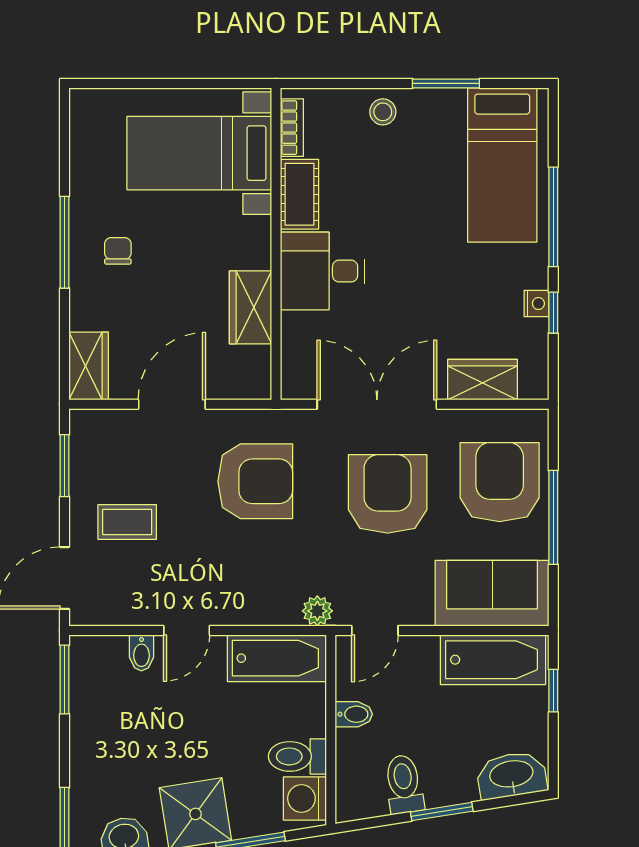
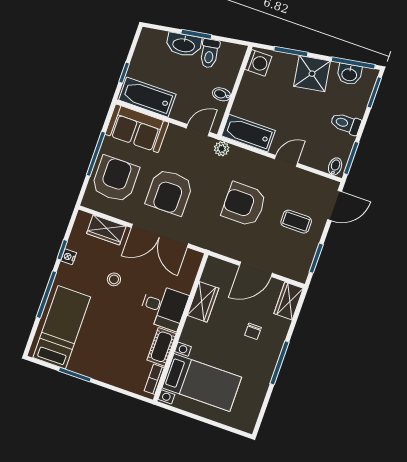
stool: (383, 112) -> (114, 279), moved
chair: (118, 251) -> (253, 331), moved
armchair: (255, 481) -> (244, 204), moved
armchair: (500, 482) -> (115, 179), turned 180
bidet: (141, 653) -> (335, 166), moved
toilet: (297, 756) -> (346, 124), moved, turned 180
washbasin: (512, 775) -> (184, 45), moved

